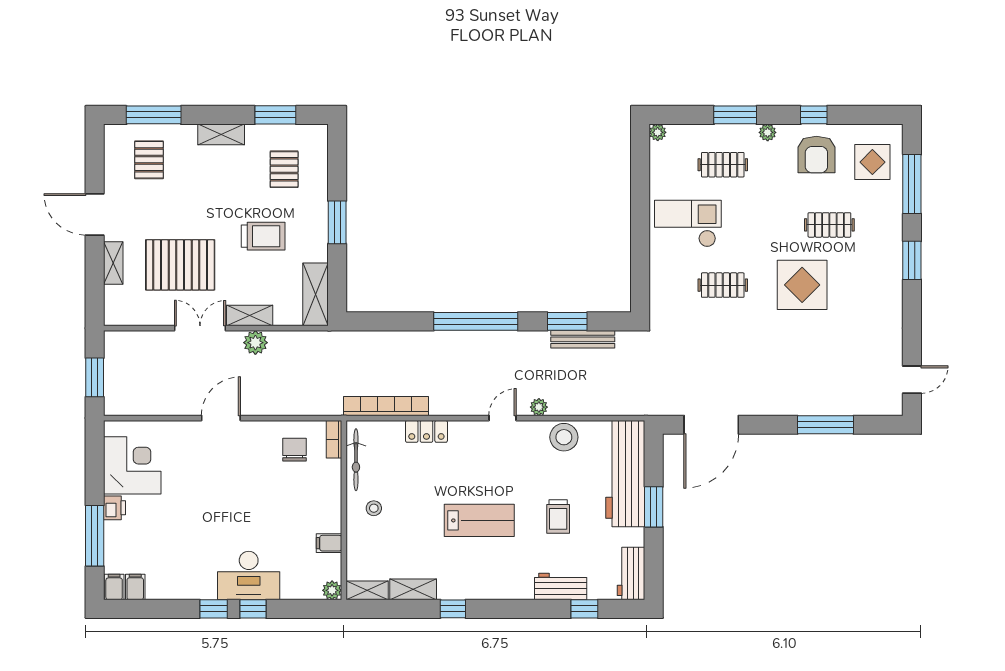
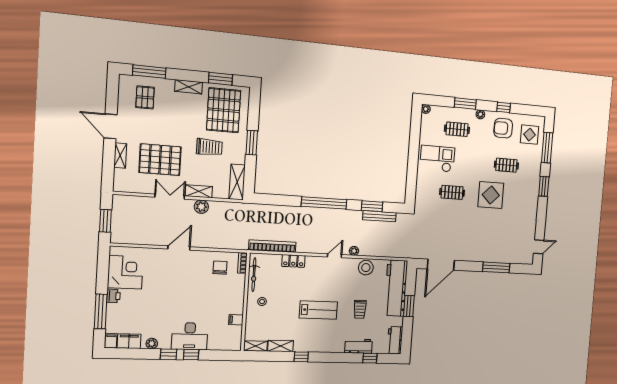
armchair: (816, 154) -> (503, 128), turned 90
pallet: (284, 169) -> (224, 110), width x2.05, depth x2.00
filing cabinet: (135, 587) -> (129, 341), width x2.00
plant: (332, 590) -> (152, 344), moved

